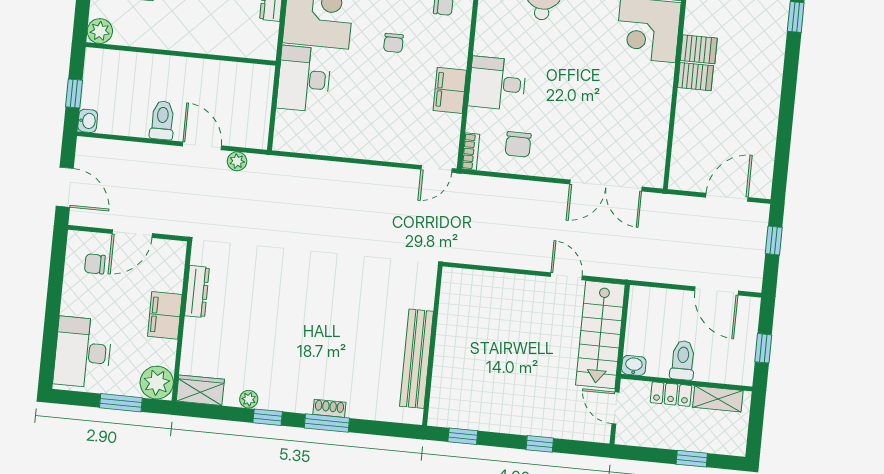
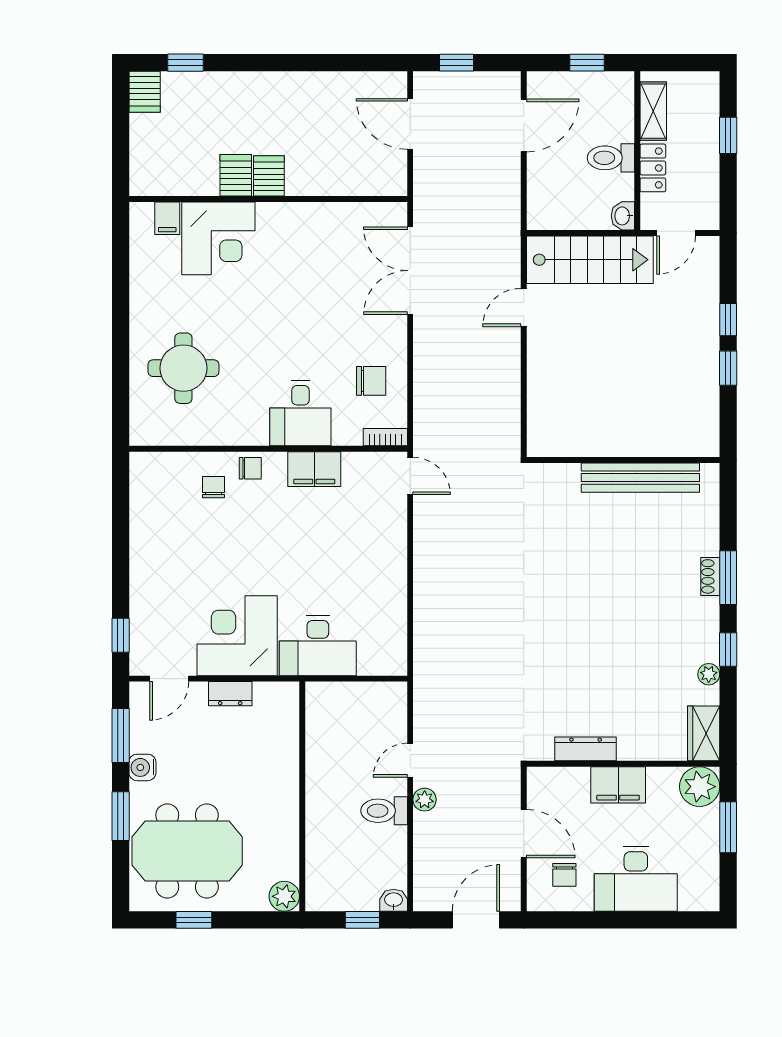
chair: (393, 43) -> (250, 468), moved
door: (202, 146) -> (410, 760), width x0.73
plant: (237, 161) -> (425, 800), moved
double door: (606, 185) -> (410, 271), swing flipped
desk: (83, 352) -> (636, 879), moved
window: (463, 436) -> (728, 368), moved

